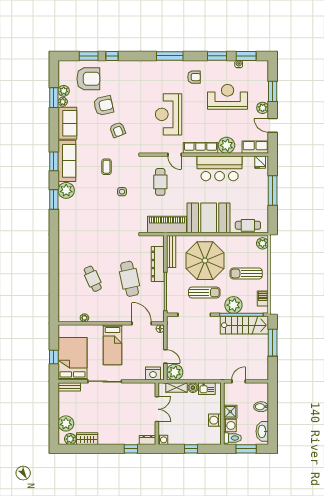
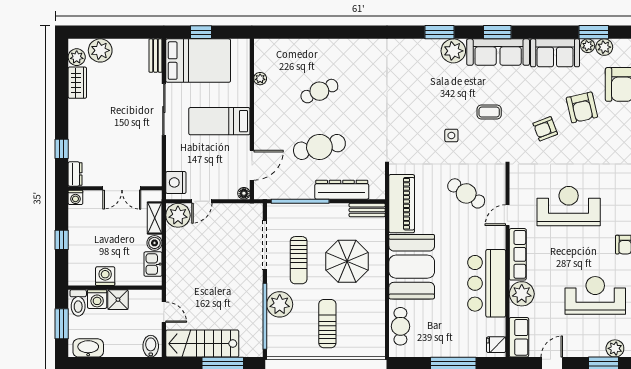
reception desk: (228, 97) -> (595, 295), turned -90
plant: (263, 108) -> (615, 348), moved
cafe table: (160, 182) -> (466, 193), turned 34
plant: (263, 243) -> (373, 348), removed
bench: (171, 252) -> (367, 210), width x0.73
parasol: (205, 261) -> (347, 261), width x0.73, depth x0.73
barbecue: (263, 298) -> (290, 349), removed
stairs: (244, 325) -> (202, 344), moved, turned 90
bidet: (261, 407) -> (151, 346), moved

